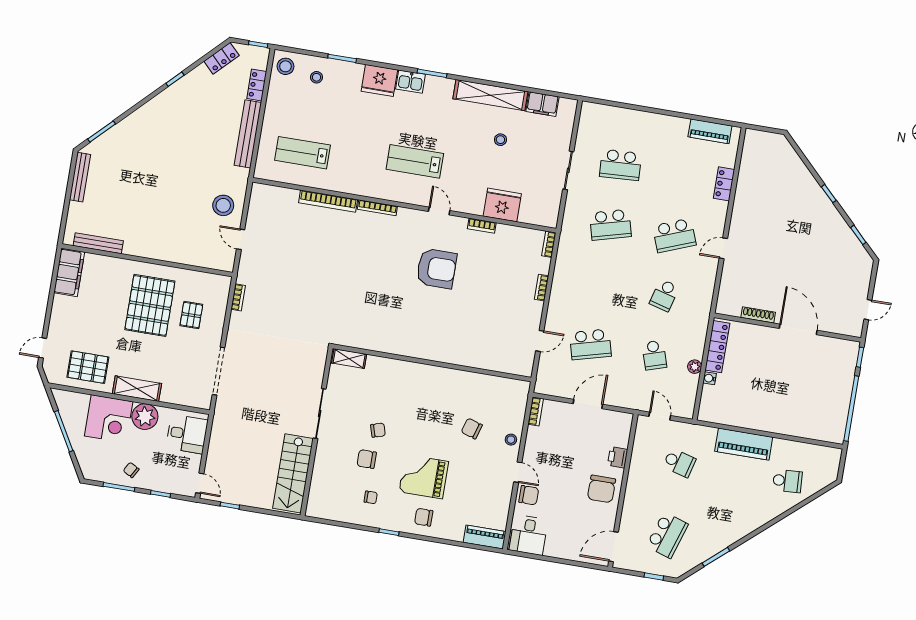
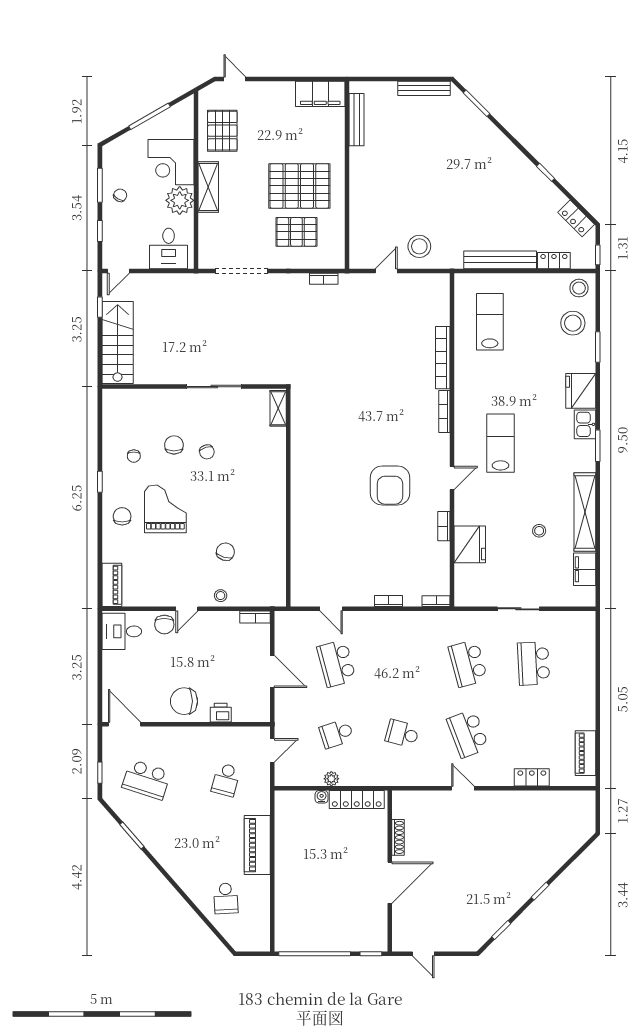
stool: (317, 77) -> (573, 323), width x1.89, depth x1.89
pallet: (191, 315) -> (296, 232), width x1.50, depth x1.42
stairs: (293, 473) -> (118, 343), moved, turned 90

